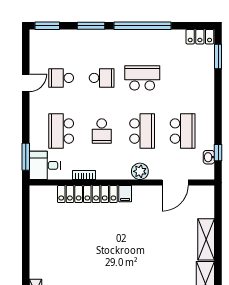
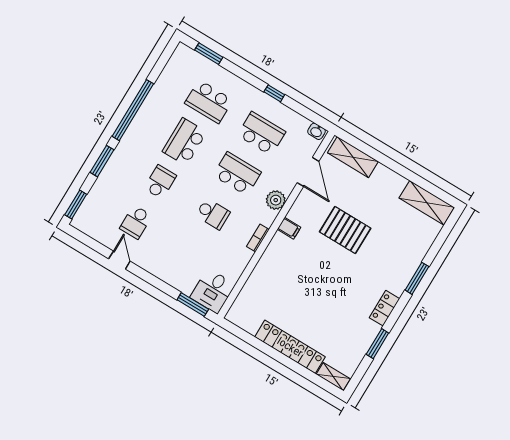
locker: (200, 37) -> (178, 60), removed
school desk: (61, 131) -> (209, 102), moved
window: (218, 153) -> (274, 93), moved
washbasin: (209, 157) -> (316, 131), moved
bookcase: (84, 175) -> (258, 238), moved
locker: (87, 194) -> (290, 347), moved, turned -90
pallet: (149, 236) -> (345, 230), added
shelving: (206, 239) -> (353, 157), moved

